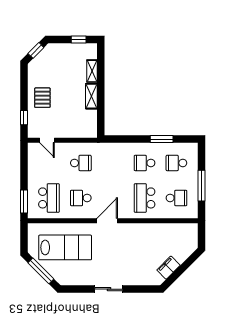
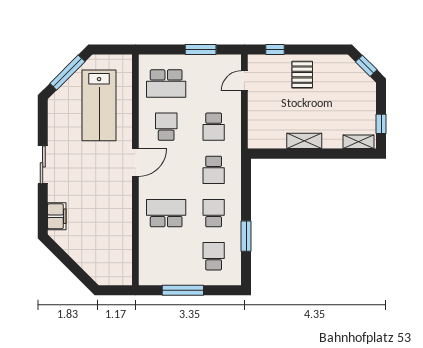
shelving: (92, 71) -> (359, 142), moved
pallet: (42, 98) -> (302, 75), turned 90
school desk: (176, 198) -> (214, 170), moved
window: (24, 201) -> (201, 50), moved
door: (107, 221) -> (135, 162), hinge flipped
filing cabinet: (169, 268) -> (57, 216), moved, turned 45

